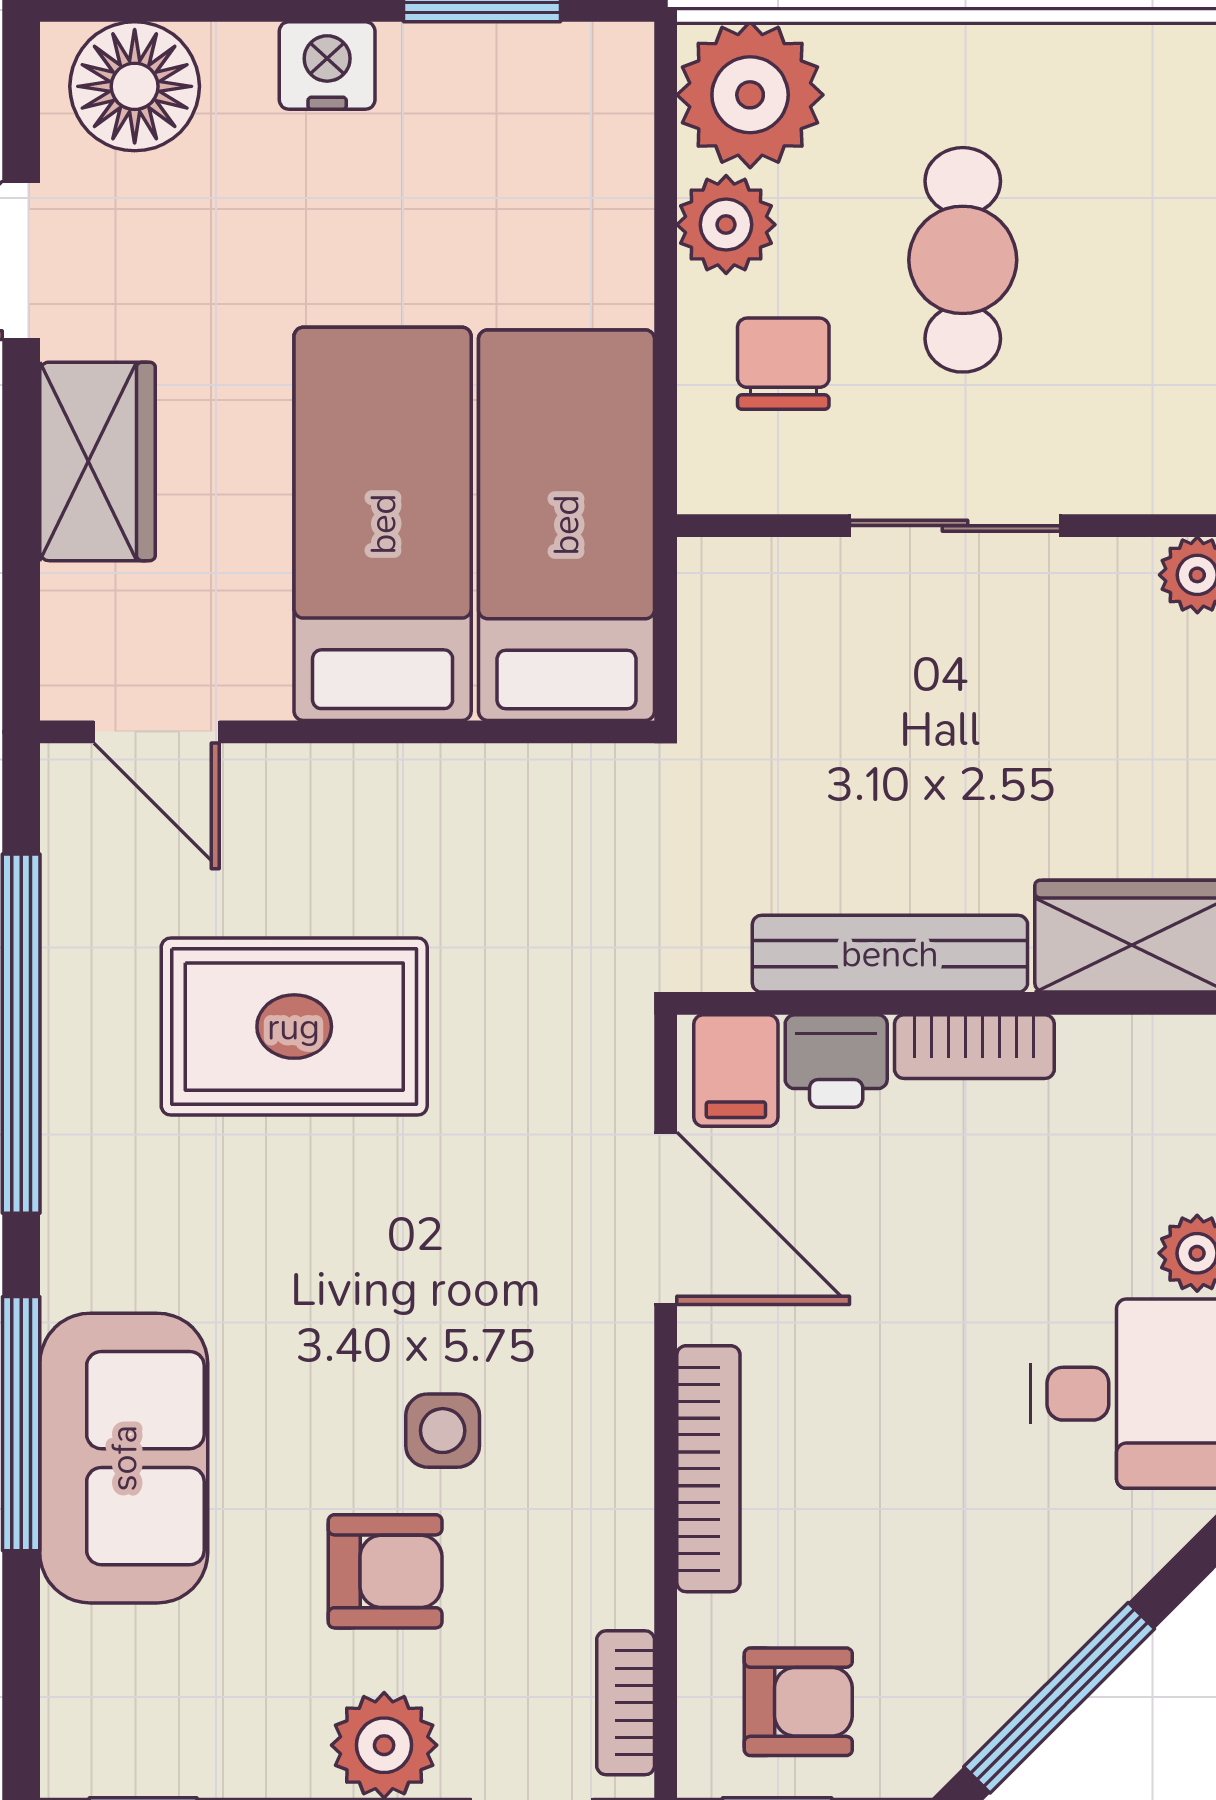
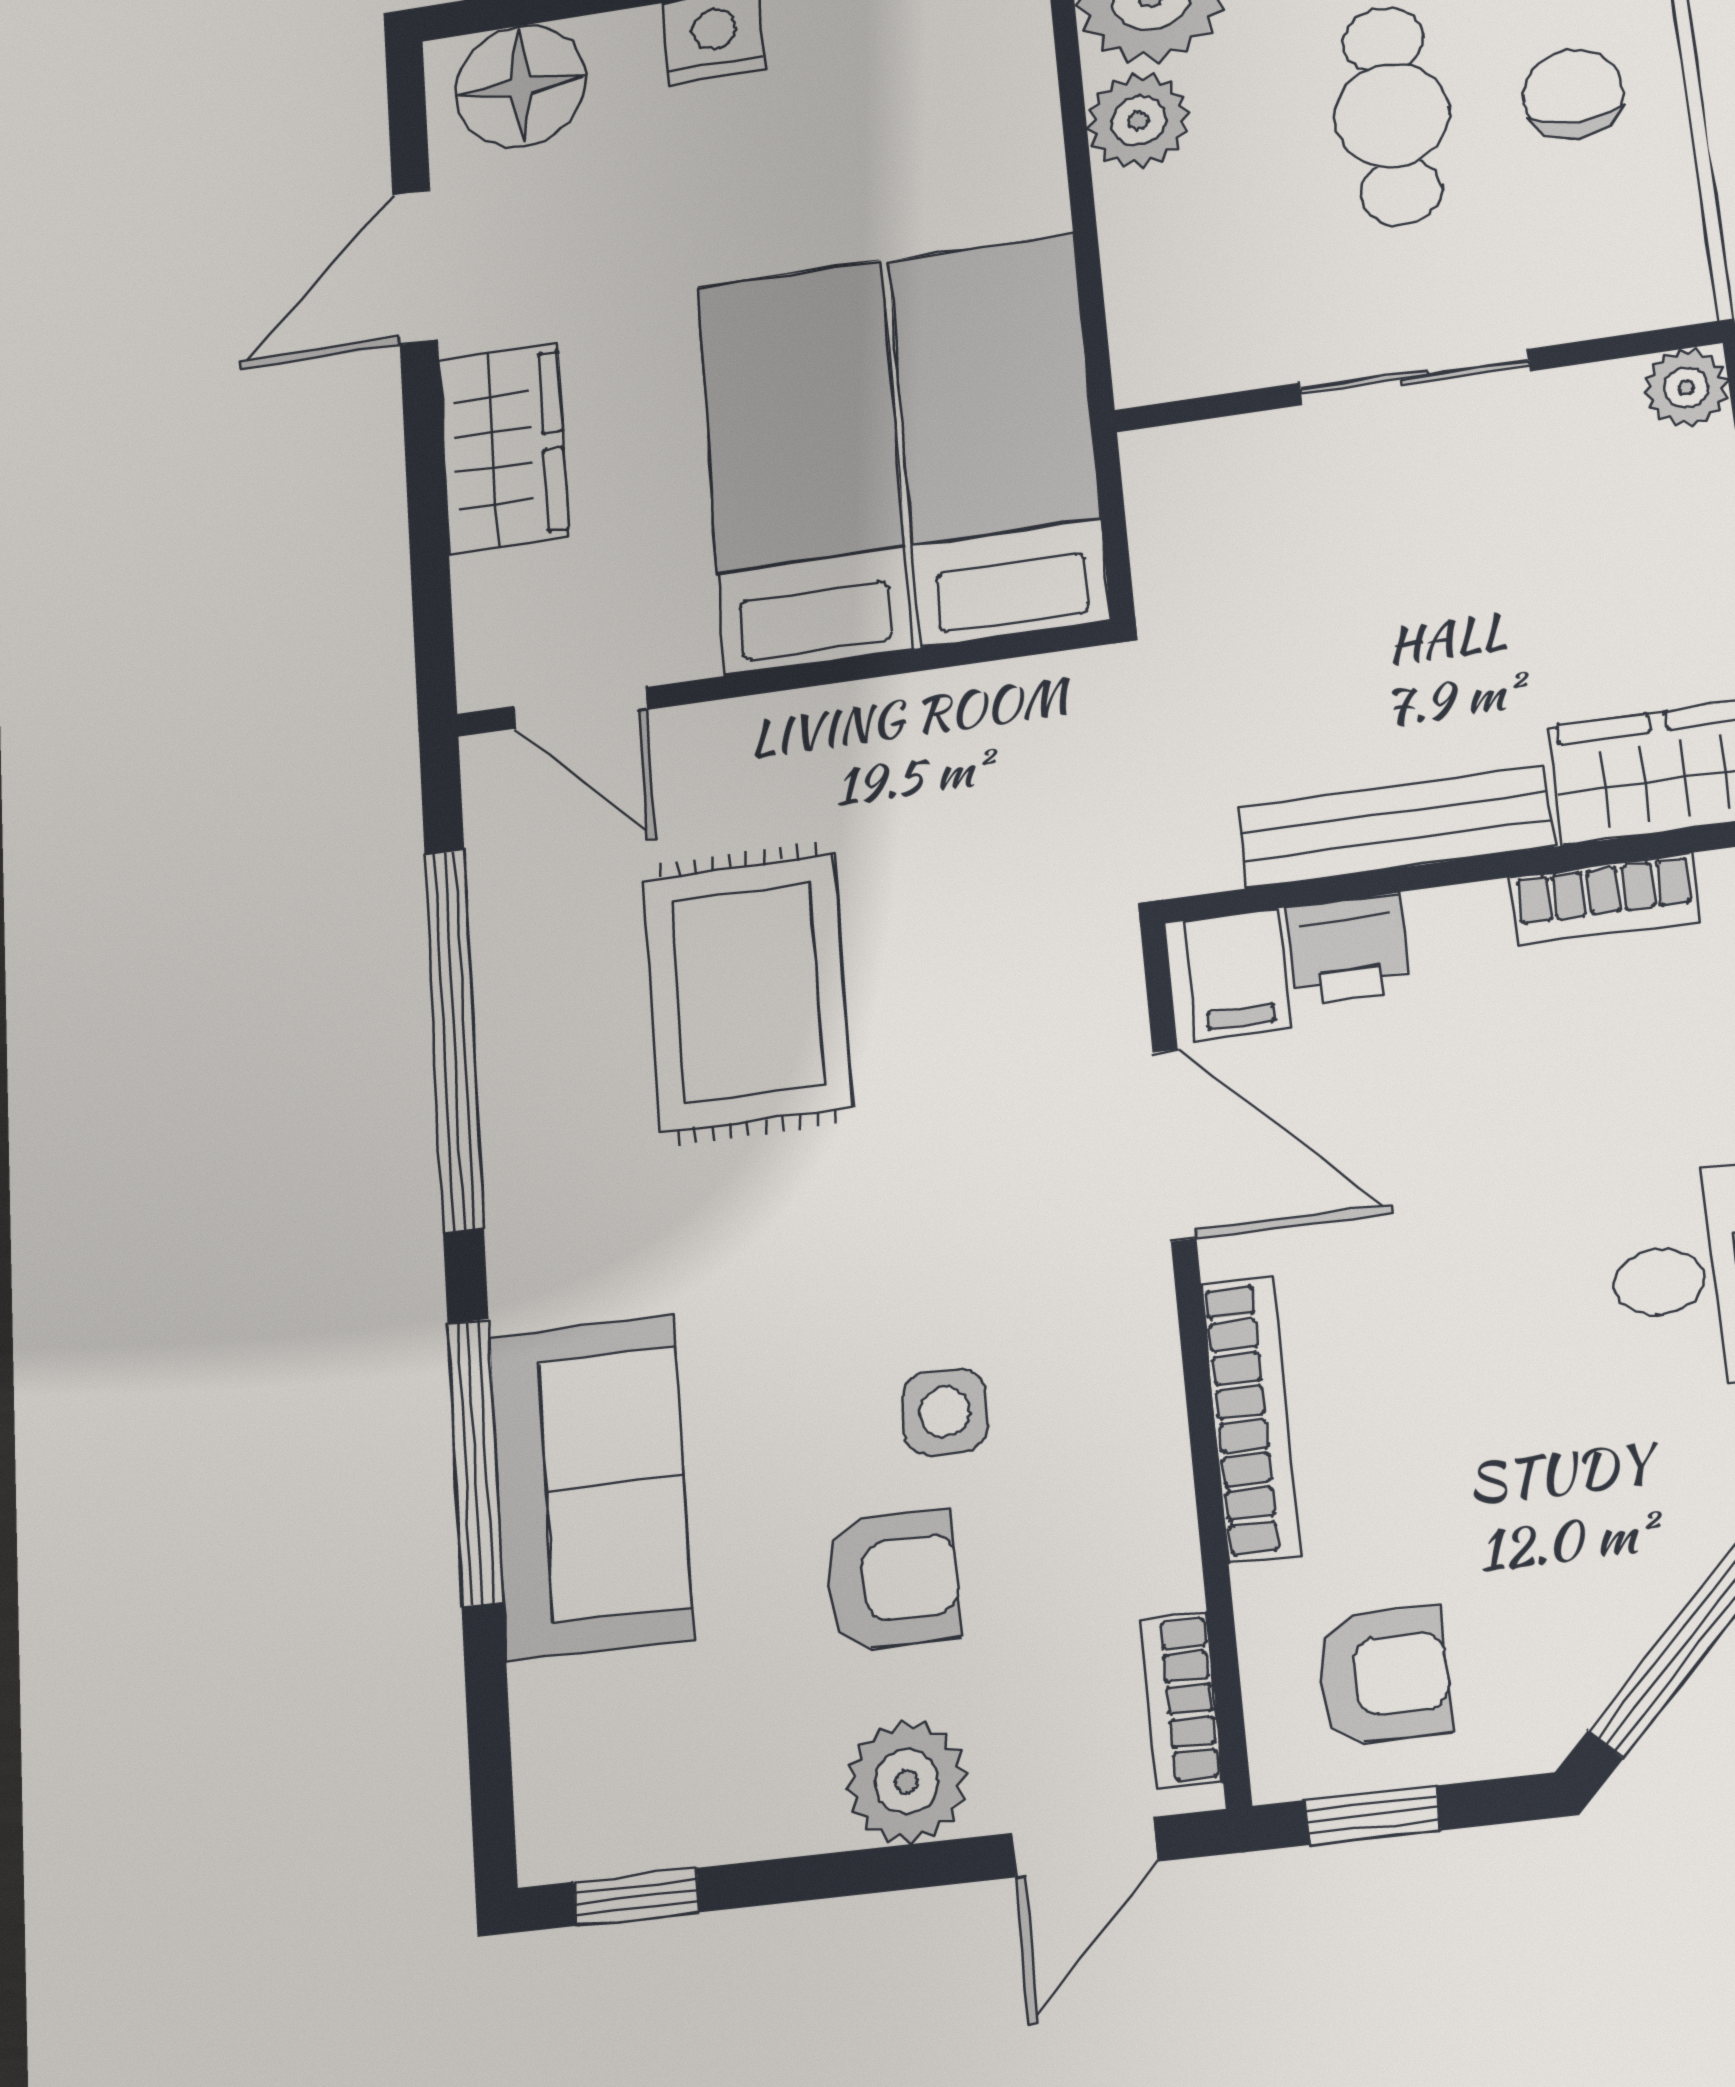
chair: (783, 364) -> (1573, 94), moved
rug: (294, 1027) -> (747, 992), turned 90
bookcase: (974, 1047) -> (1605, 899), moved

